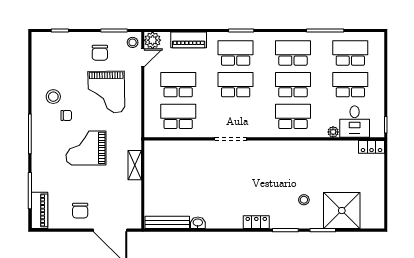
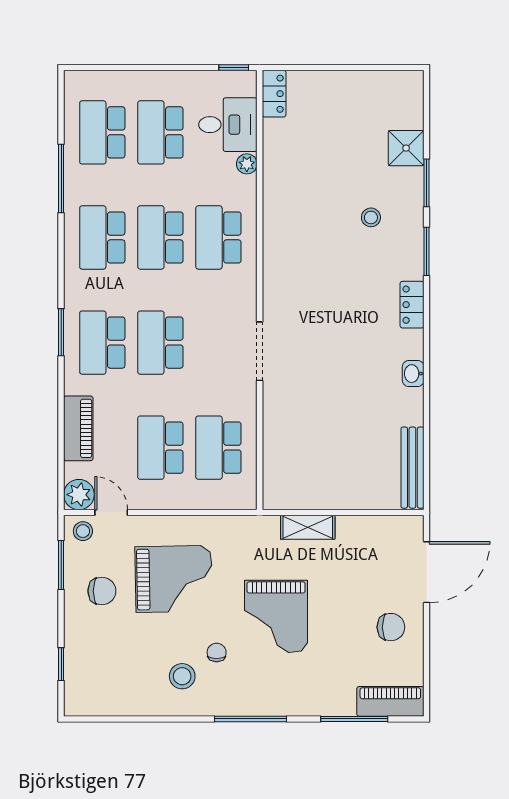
shower: (342, 211) -> (406, 148), width x0.54, depth x0.54
washbasin: (198, 223) -> (413, 374), moved

